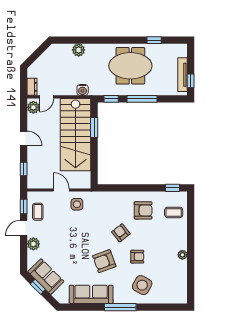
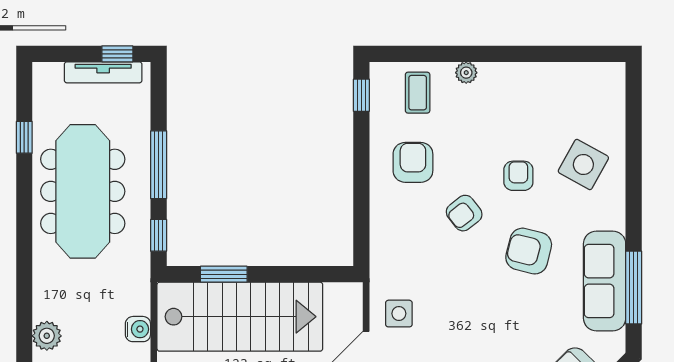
plant: (79, 50) -> (47, 336), moved
meeting table: (130, 66) -> (83, 191), width x1.36
water cooler: (83, 90) -> (138, 329), moved
plant: (182, 255) -> (466, 73), moved
armchair: (104, 261) -> (529, 251), turned 124
window: (120, 307) -> (634, 288), moved

